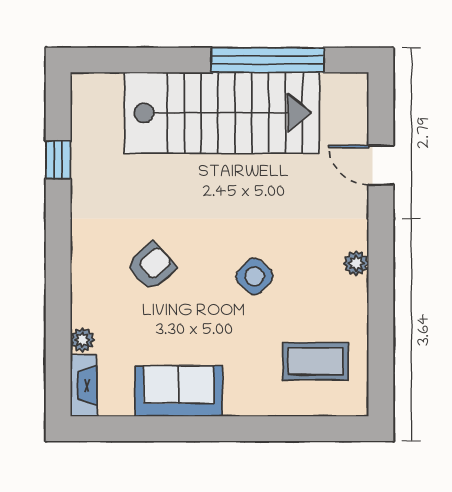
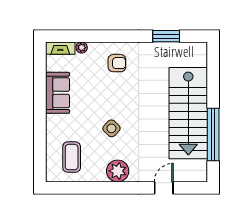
window: (58, 160) -> (166, 36), width x1.50
plant: (356, 263) -> (118, 171), width x1.88, depth x1.88
armchair: (151, 266) -> (117, 63), moved, turned -48

